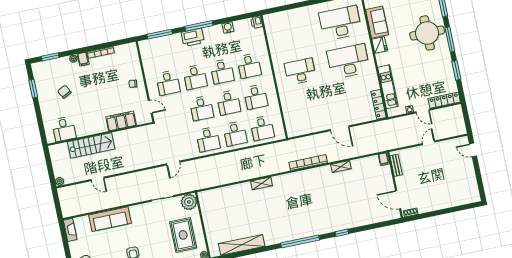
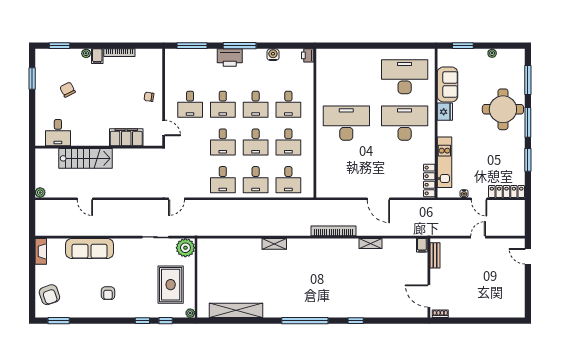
desk: (300, 71) -> (346, 123), width x1.36, depth x1.30

